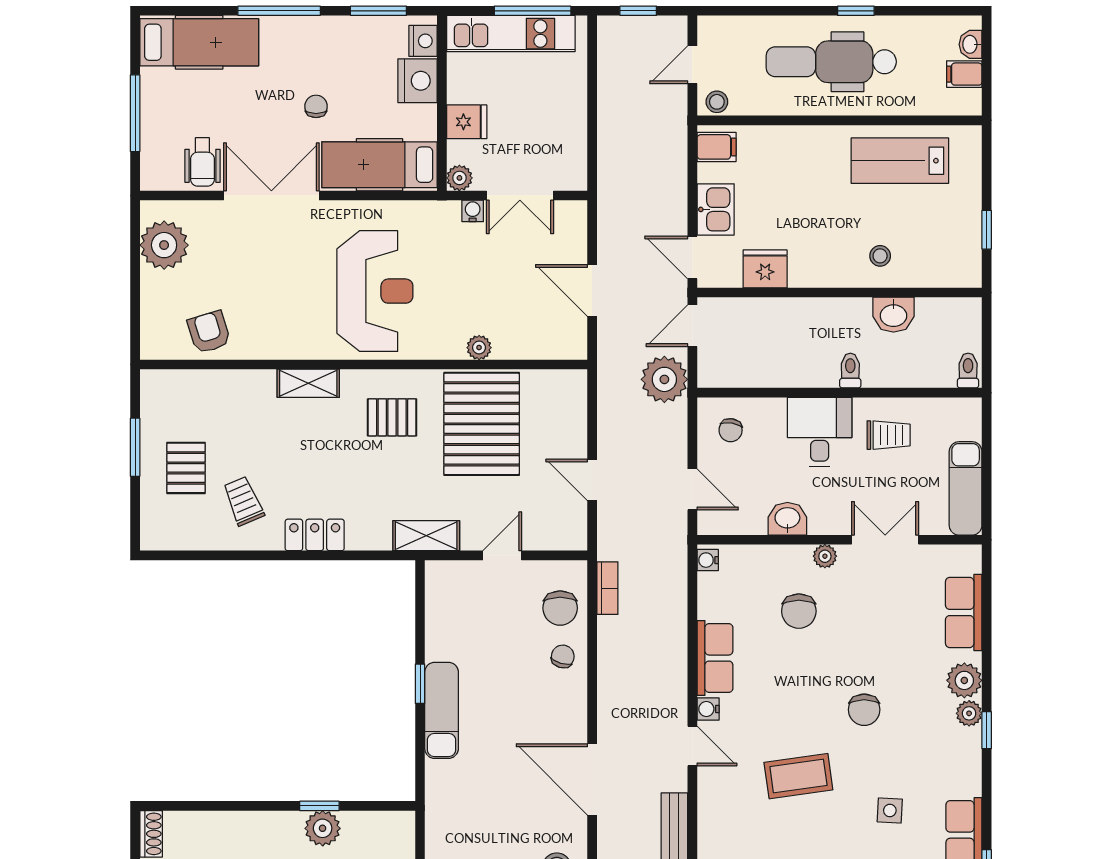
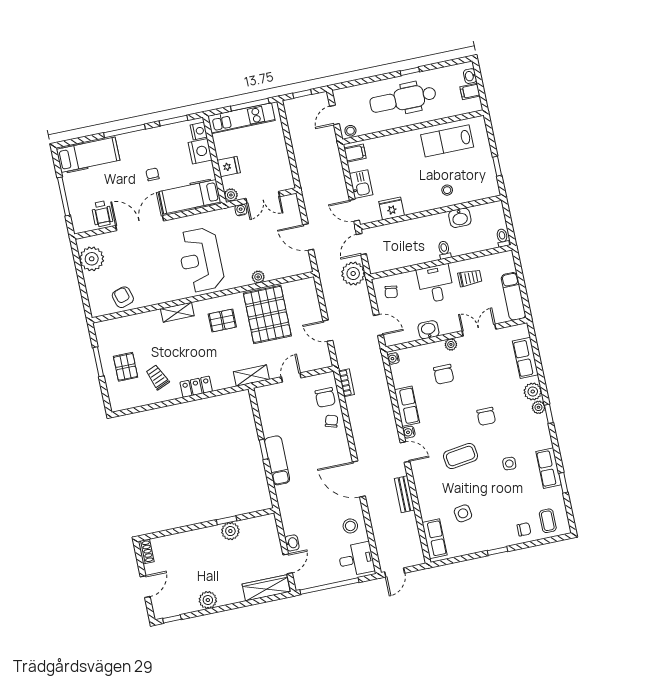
reception desk: (375, 291) -> (201, 260), turned 180

